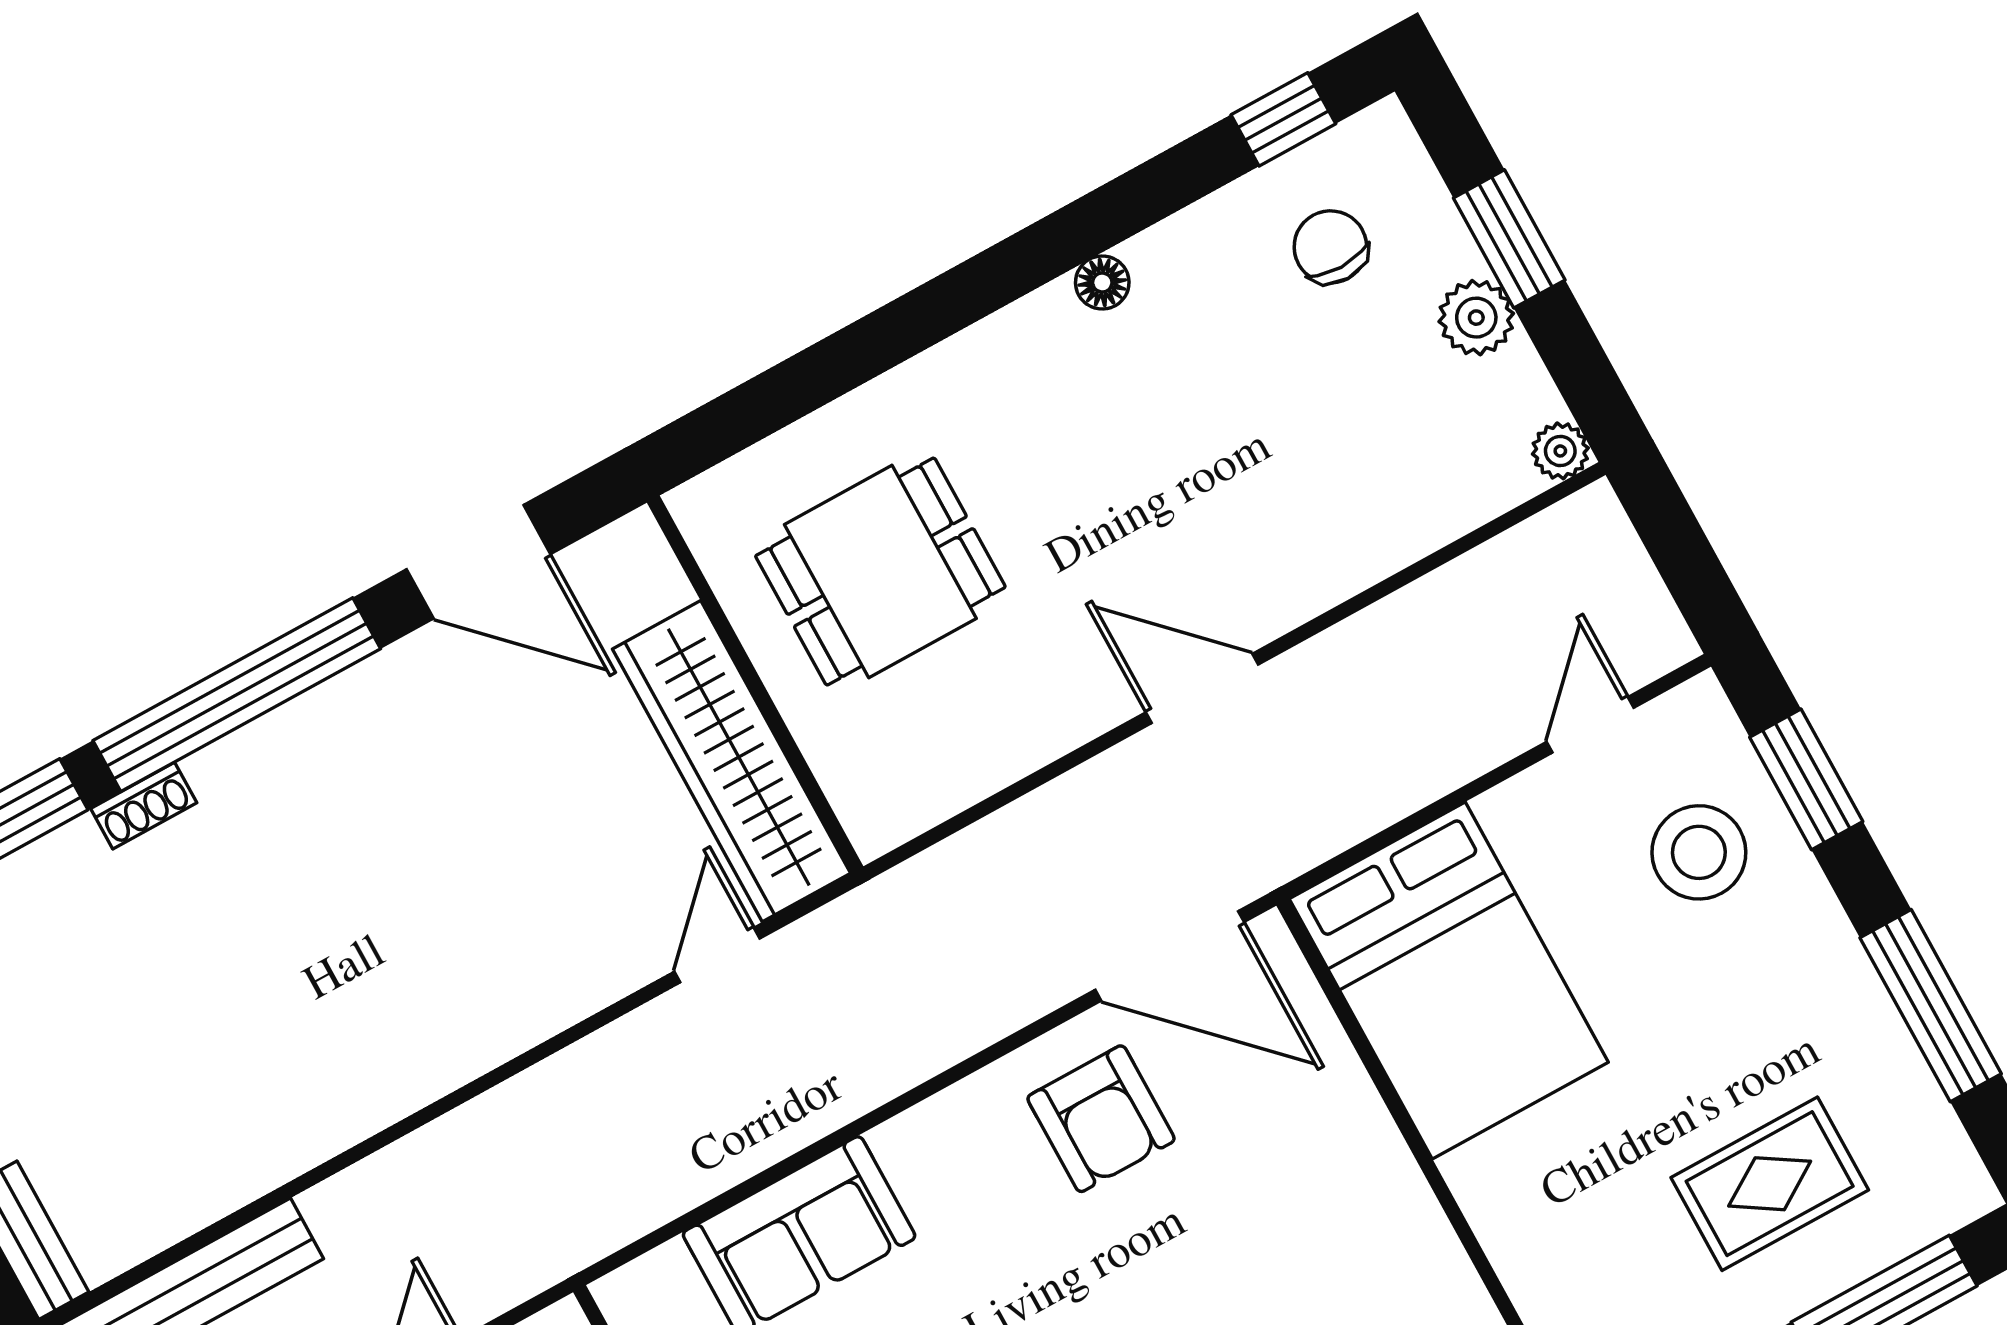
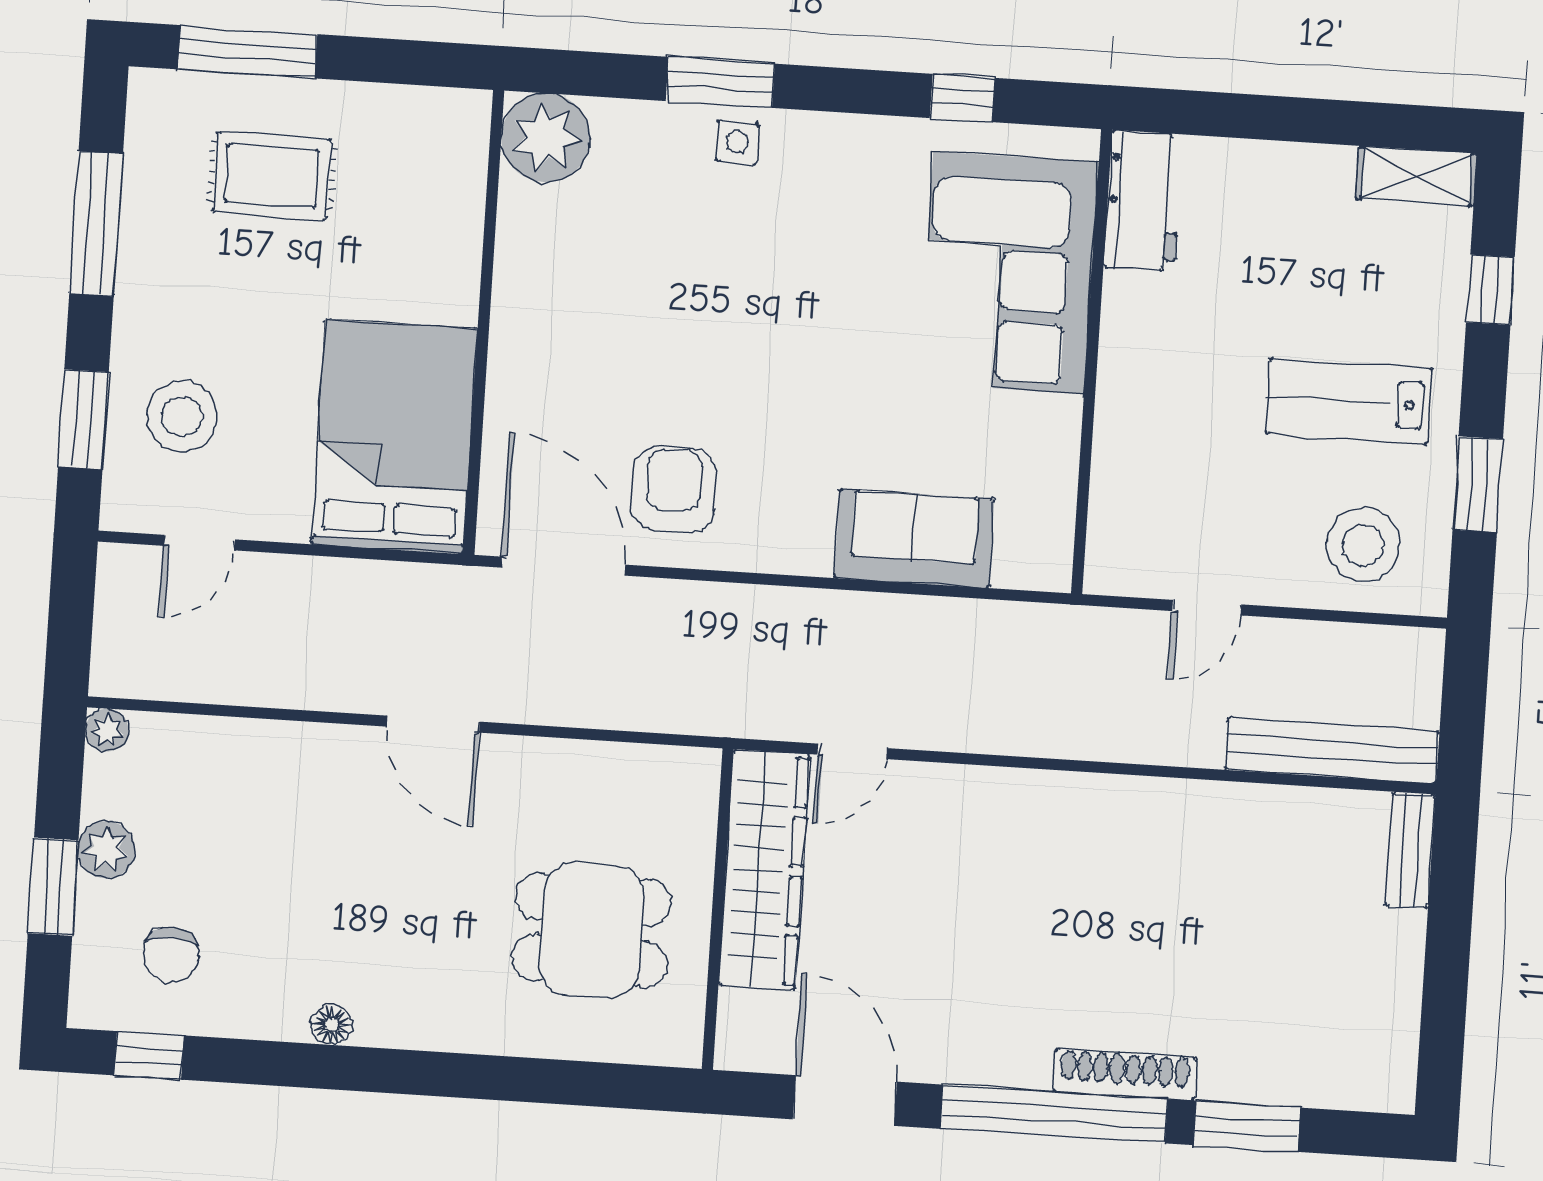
shoe rack: (144, 806) -> (1125, 1074), width x1.94, depth x1.24

